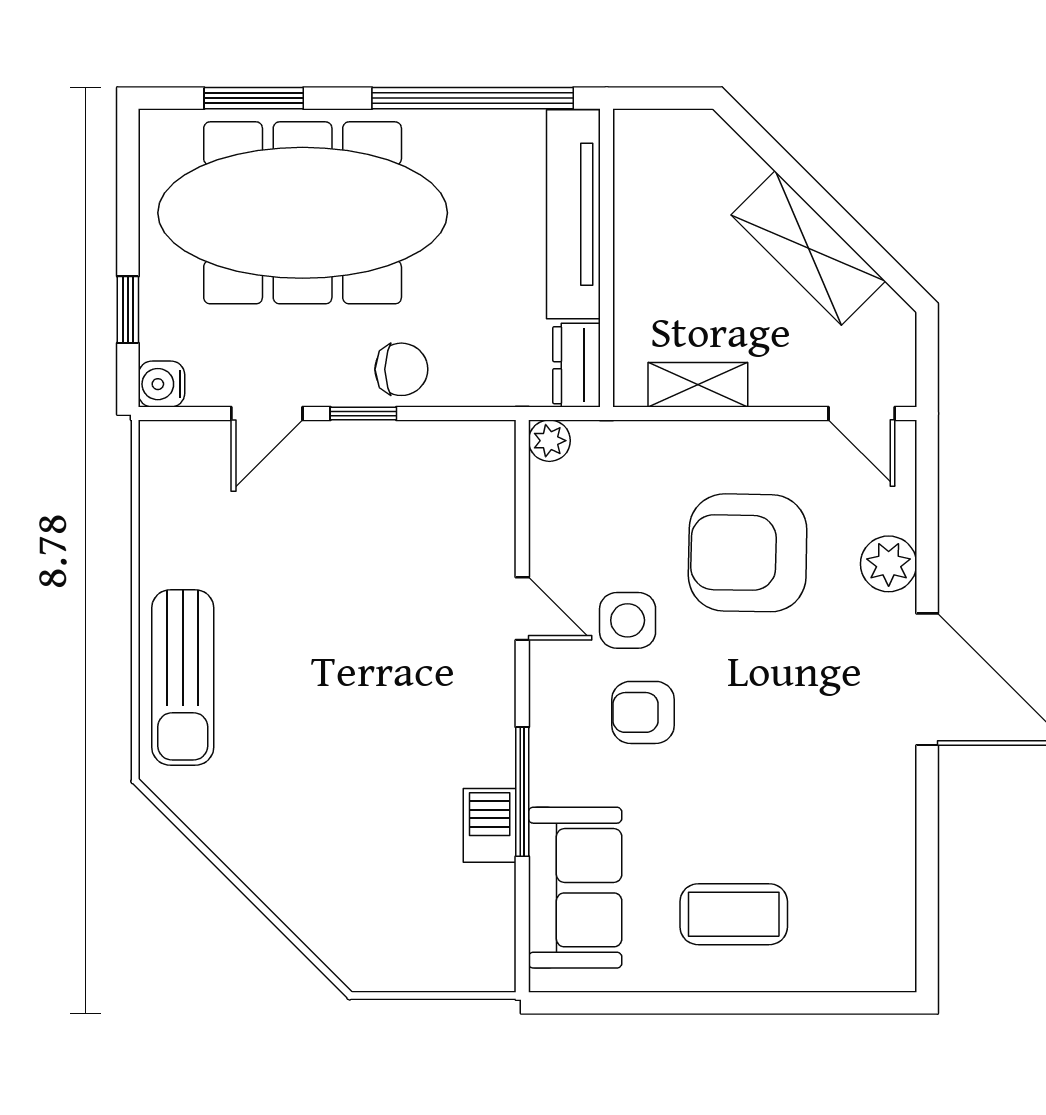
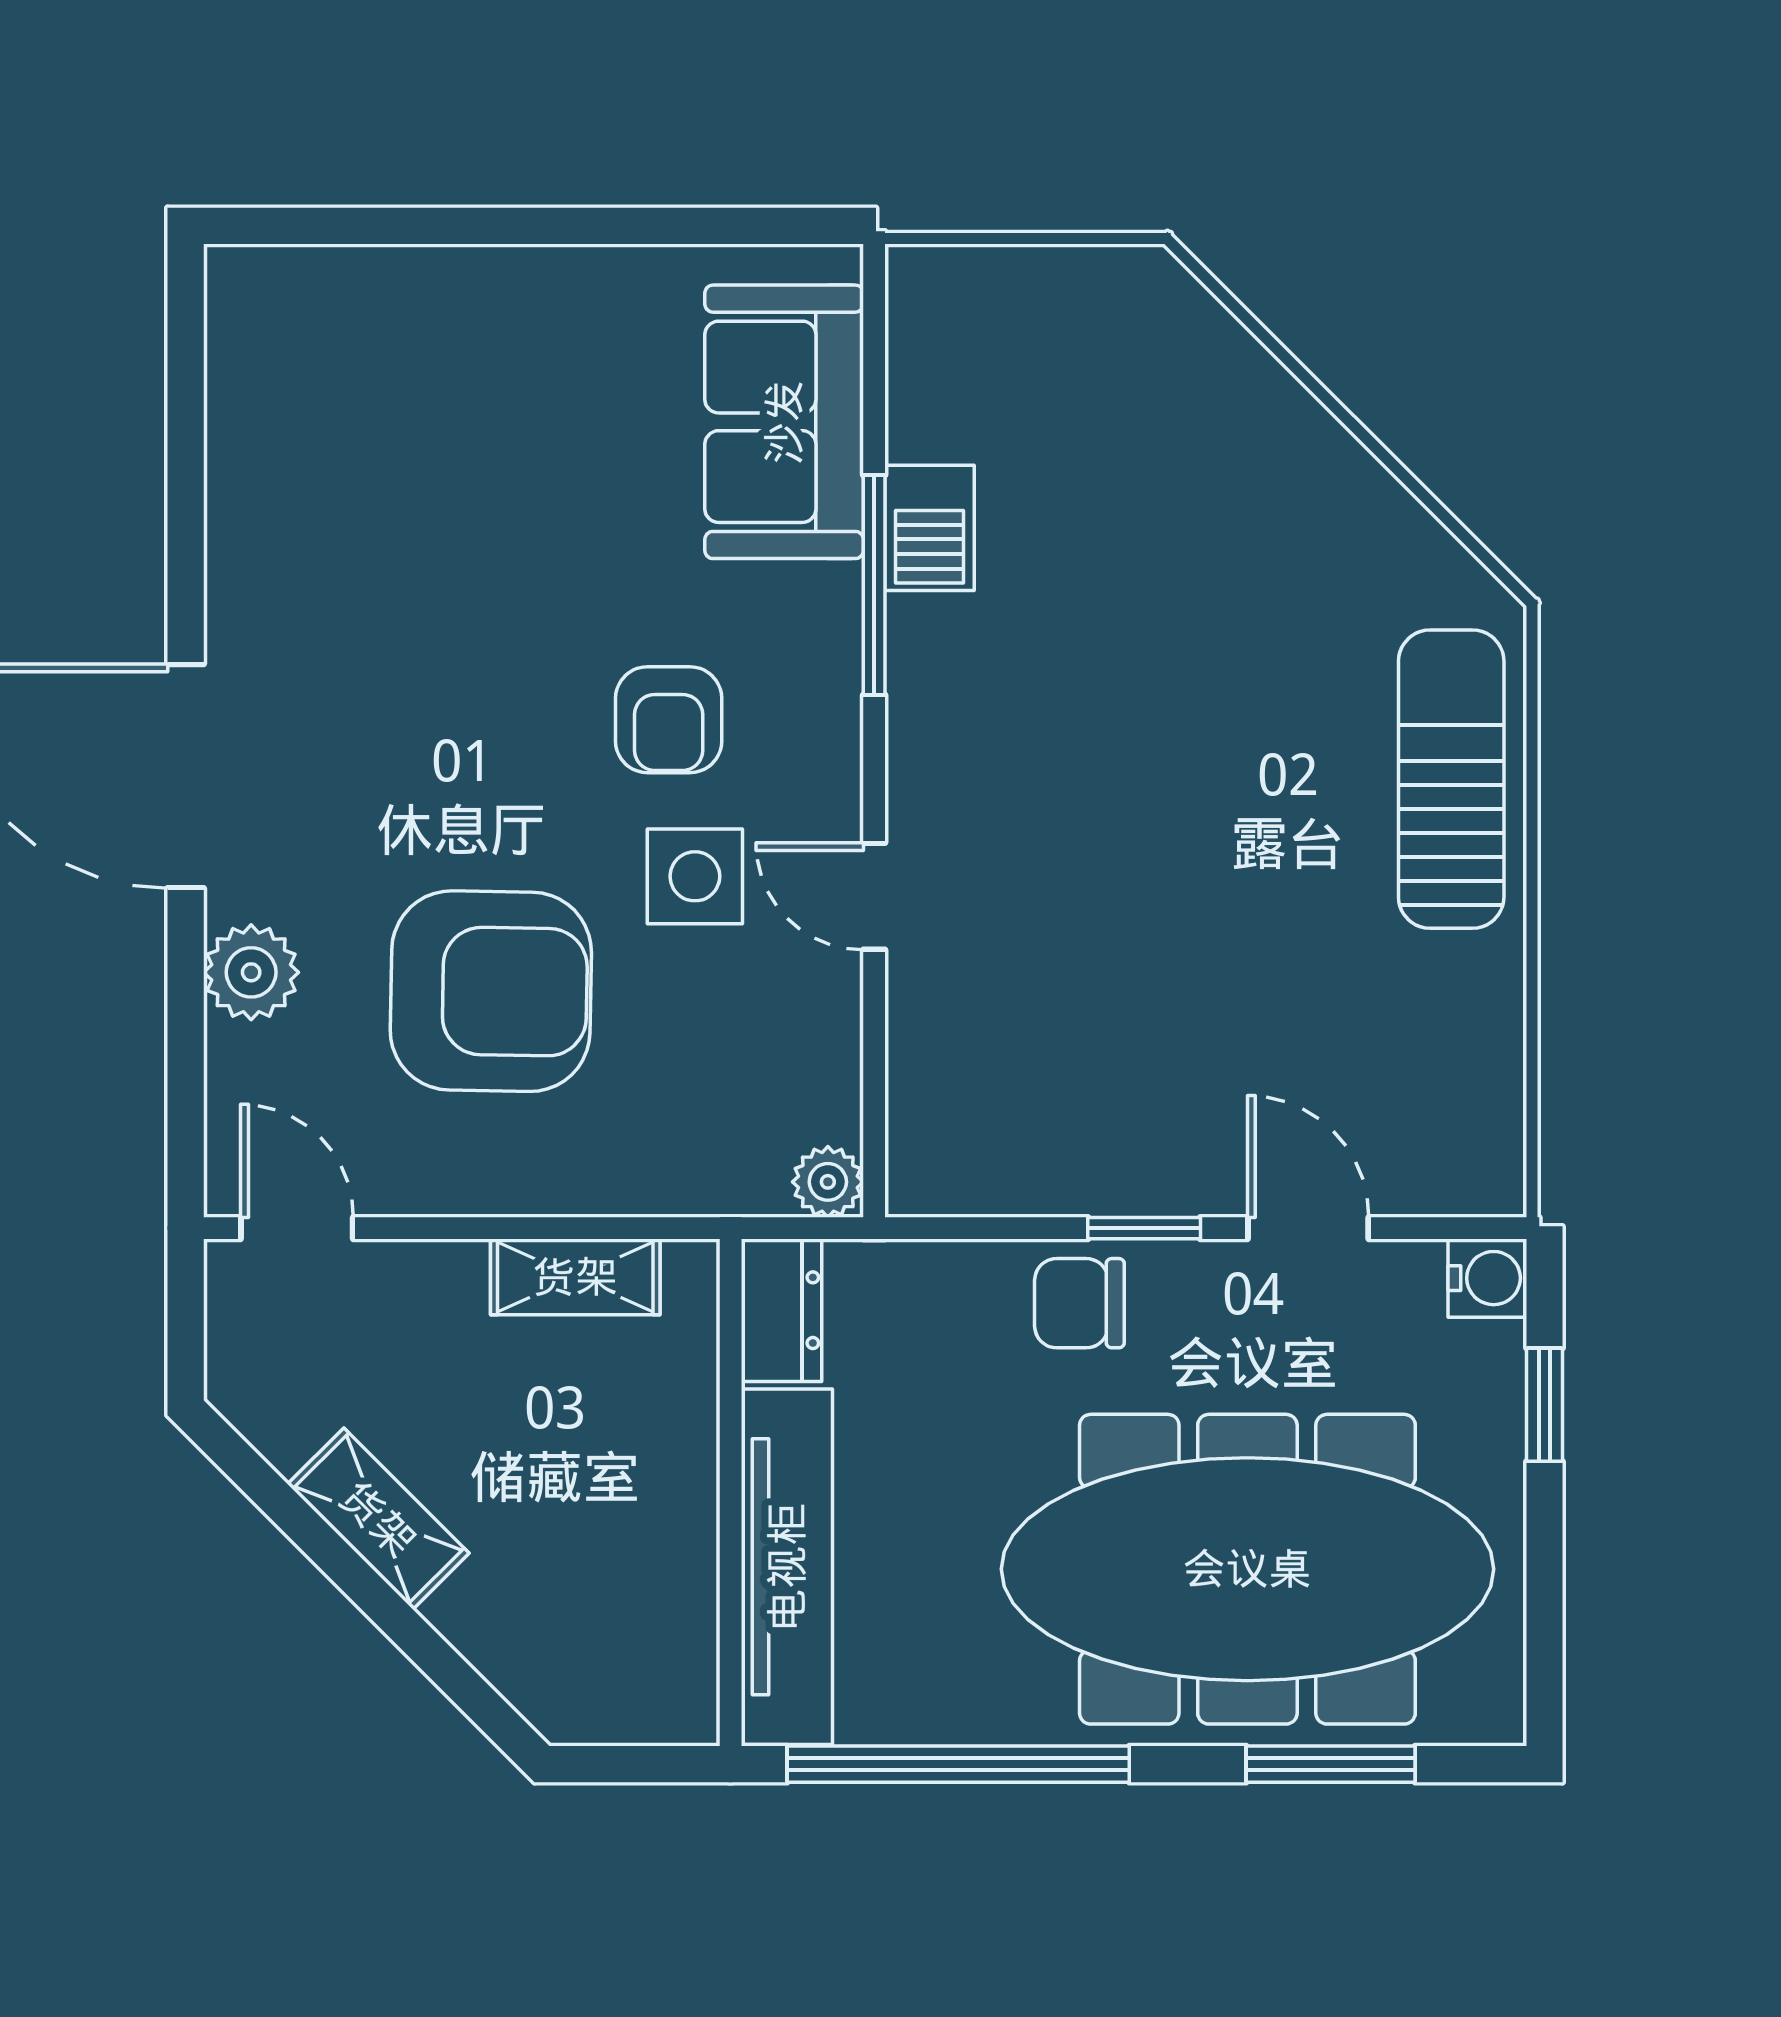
shelving: (808, 248) -> (378, 1519), width x0.67, depth x0.75
door: (267, 413) -> (1308, 1228), hinge flipped
armchair: (643, 712) -> (669, 720), turned 90
coffee table: (734, 914) -> (514, 377), removed

